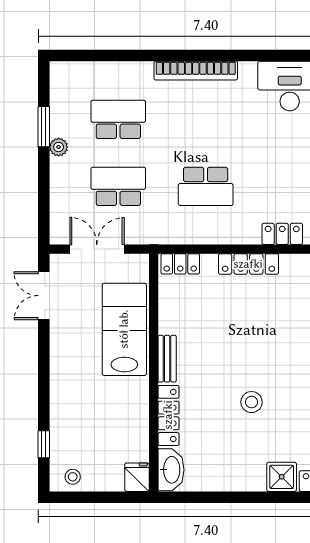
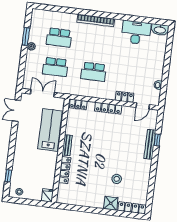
school desk: (118, 119) -> (59, 38), turned 180
school desk: (118, 186) -> (55, 67), turned 180
stool: (252, 402) -> (117, 179), moved
washbasin: (171, 470) -> (63, 194), removed

